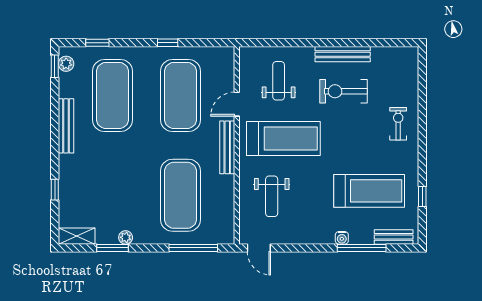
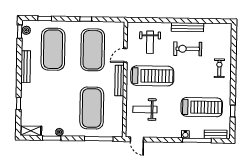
weight bench: (279, 81) -> (150, 42), turned 180
weight bench: (272, 196) -> (145, 109), turned 90

